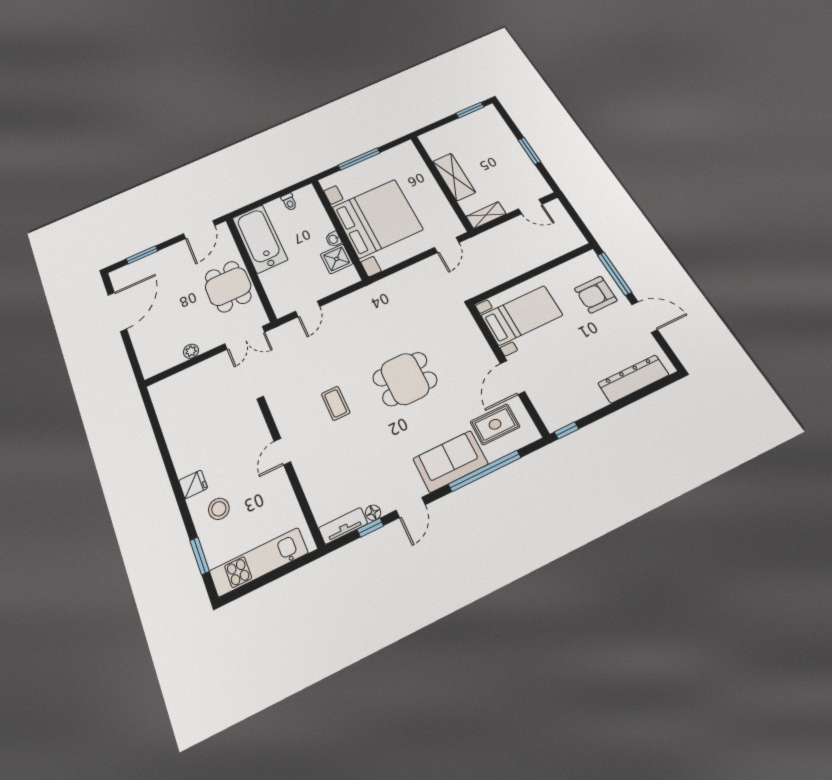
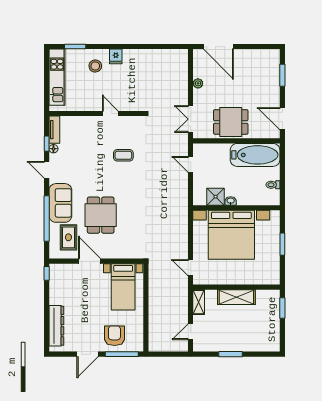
window: (470, 110) -> (282, 308), moved
window: (359, 159) -> (282, 244), width x0.69
door: (117, 312) -> (218, 47), moved
dining table: (405, 379) -> (101, 215), moved

